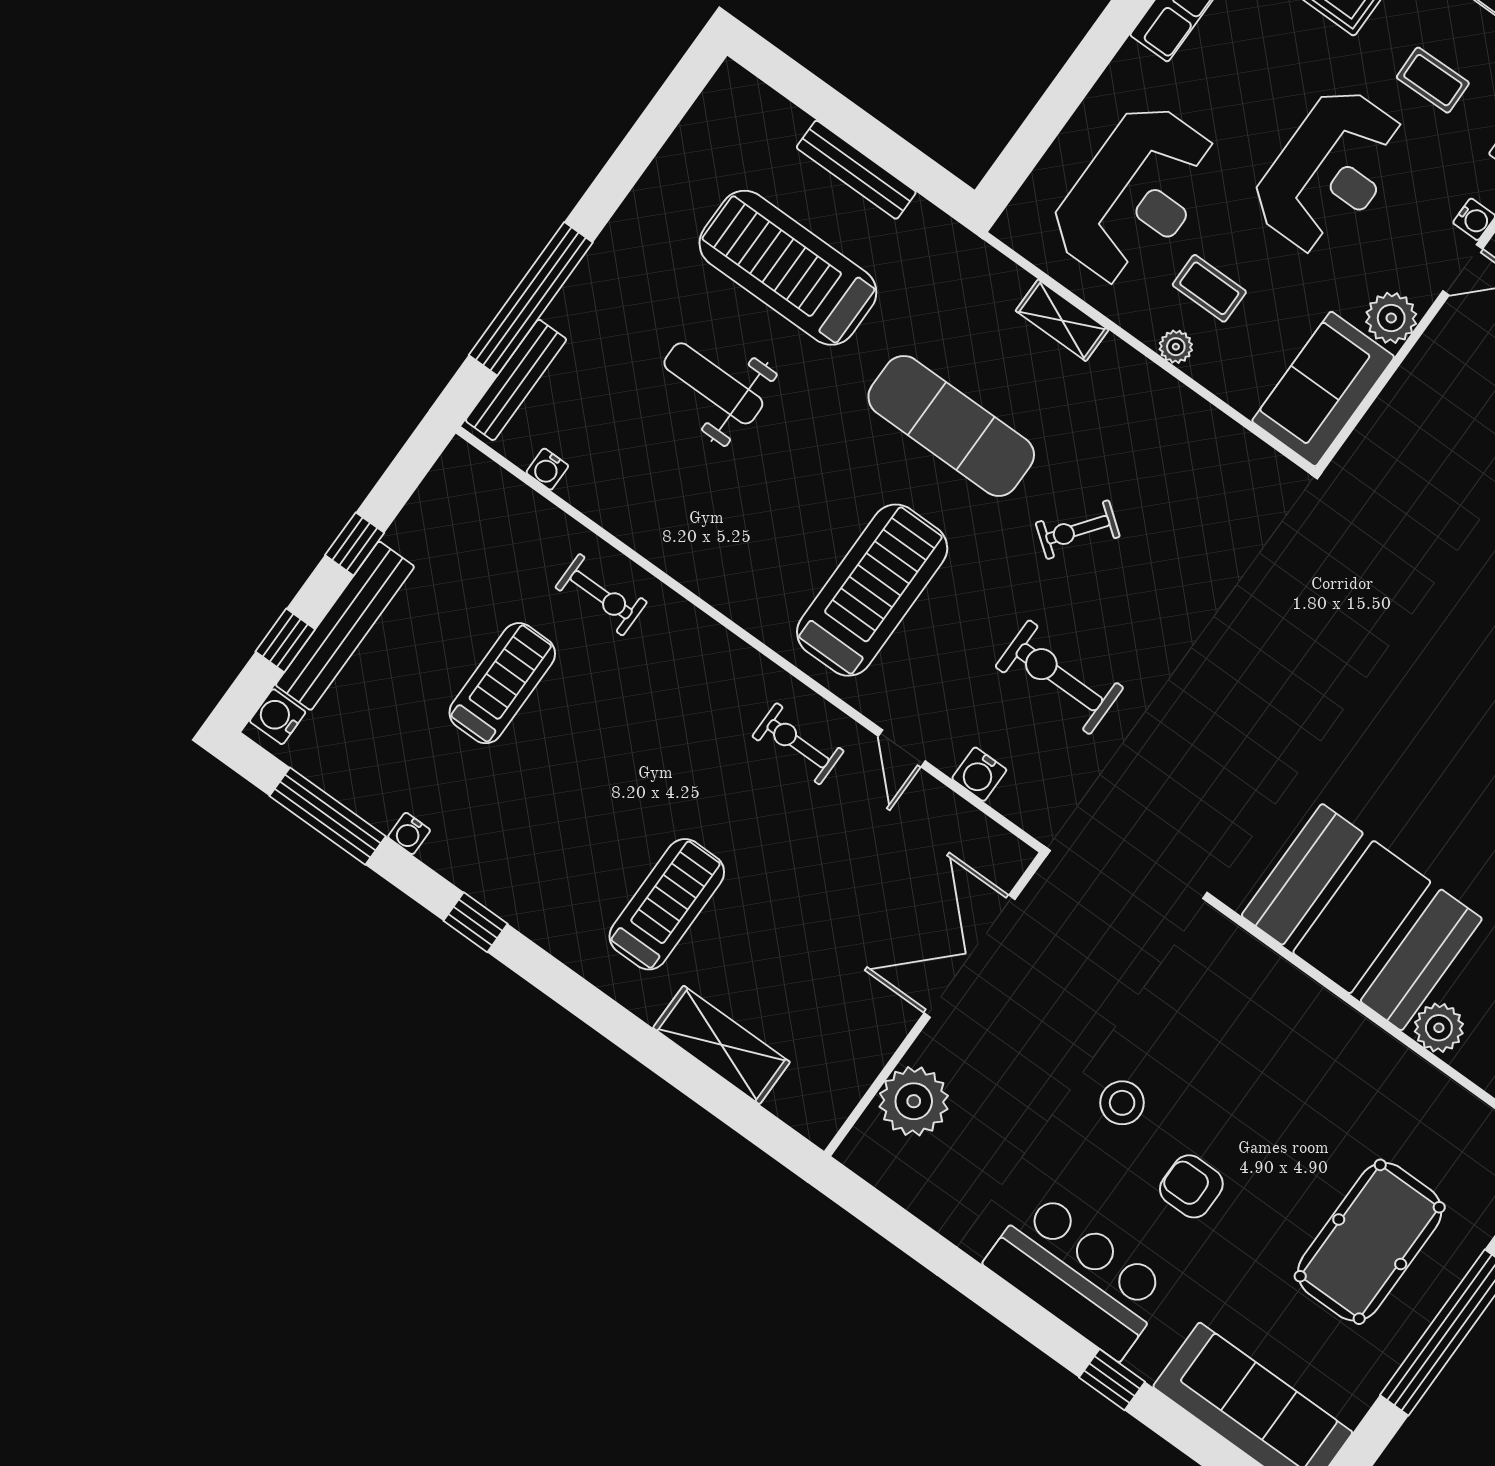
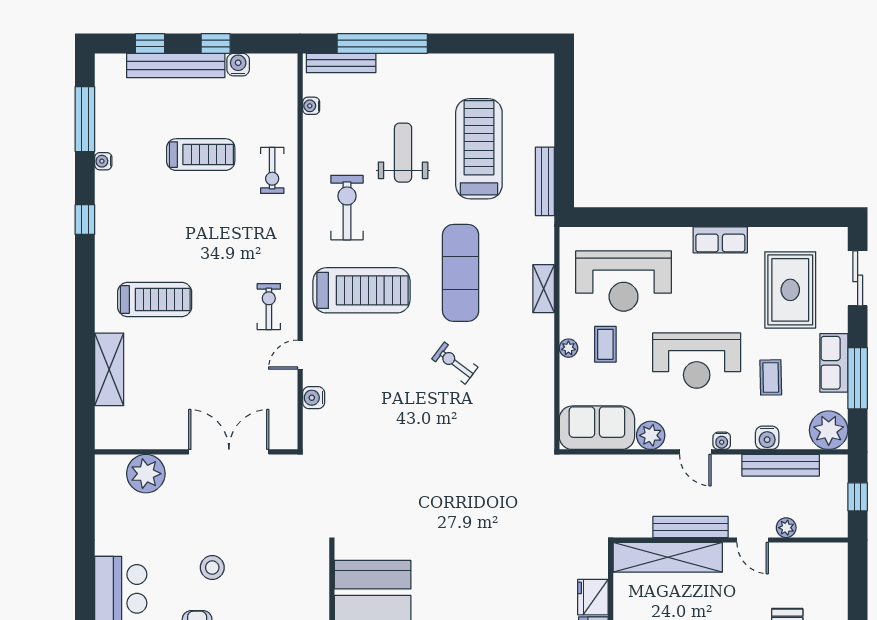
bench: (856, 170) -> (545, 181), moved
exercise bike: (1059, 677) -> (347, 208), moved
water cooler: (278, 717) -> (238, 65), moved

